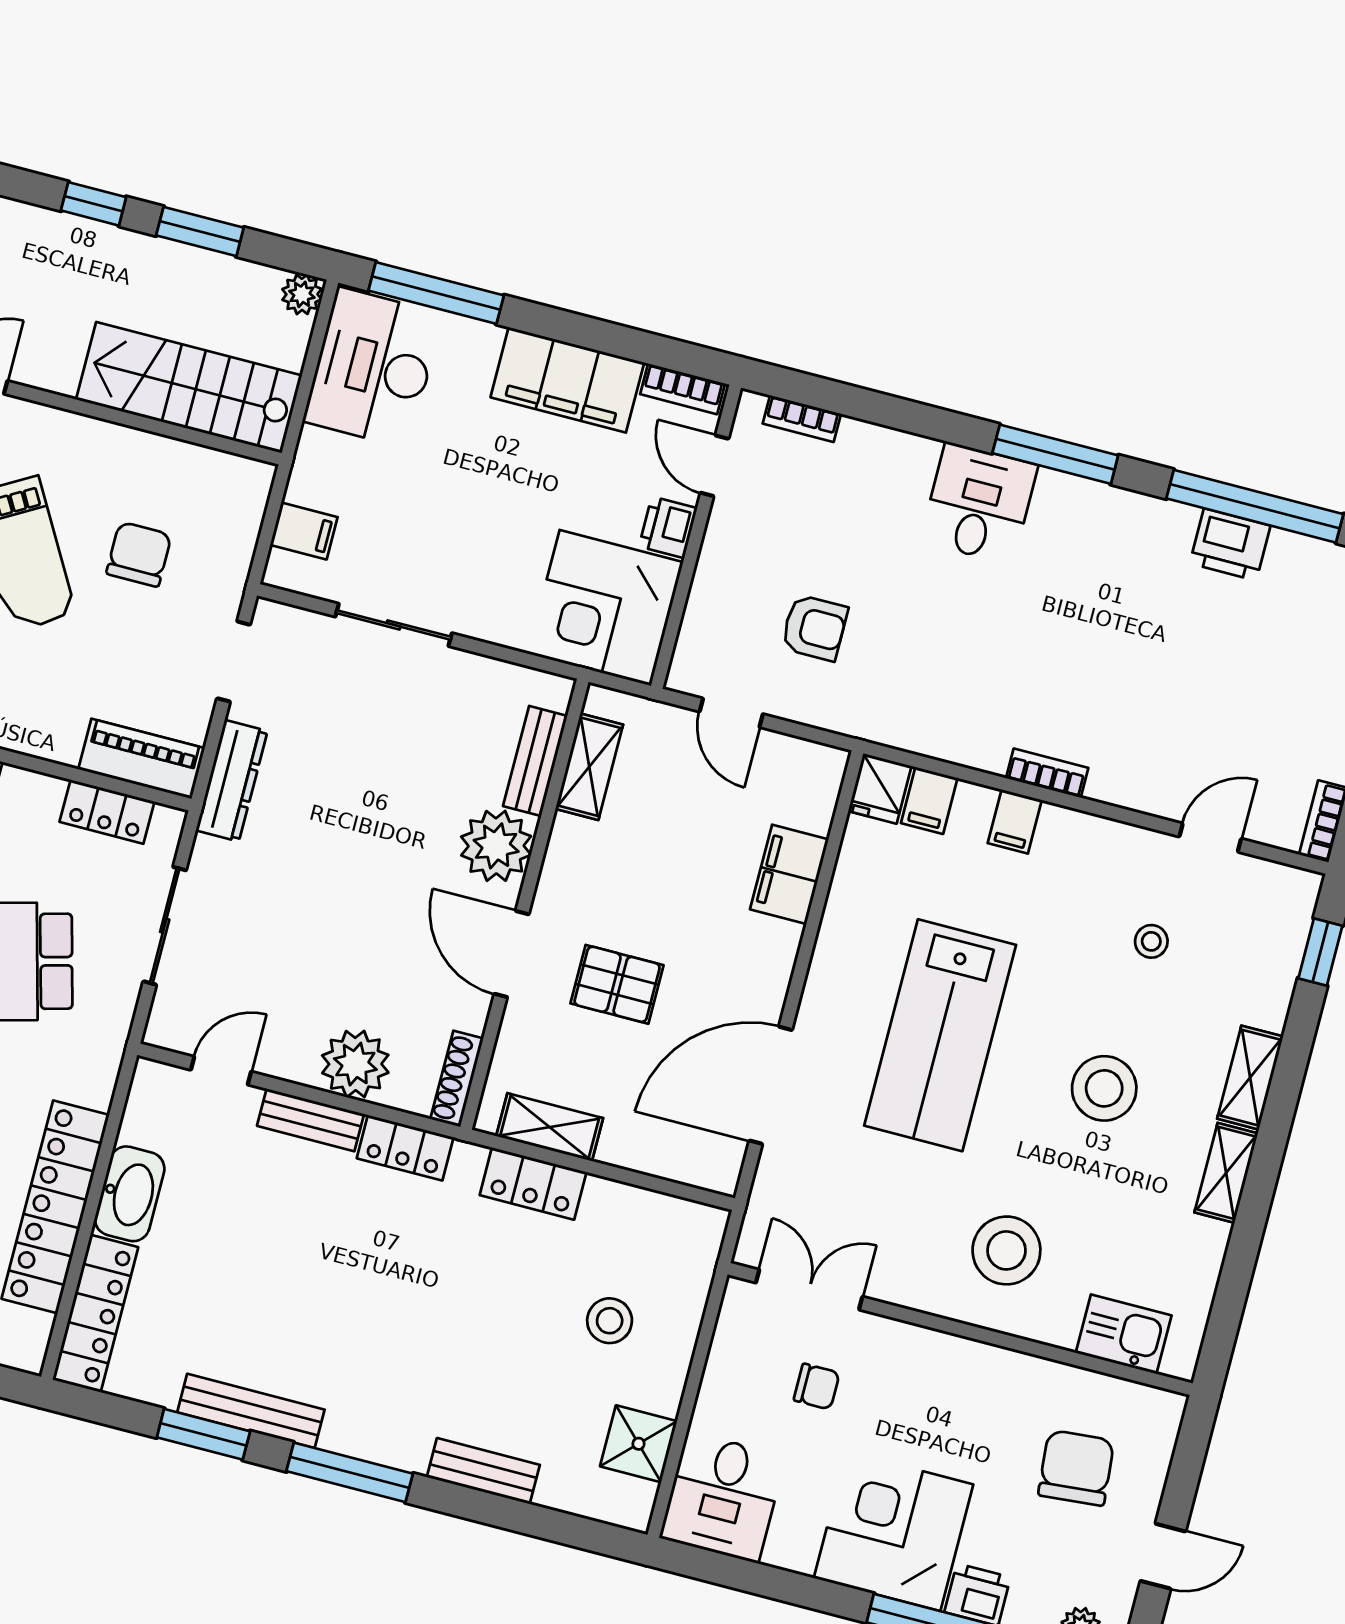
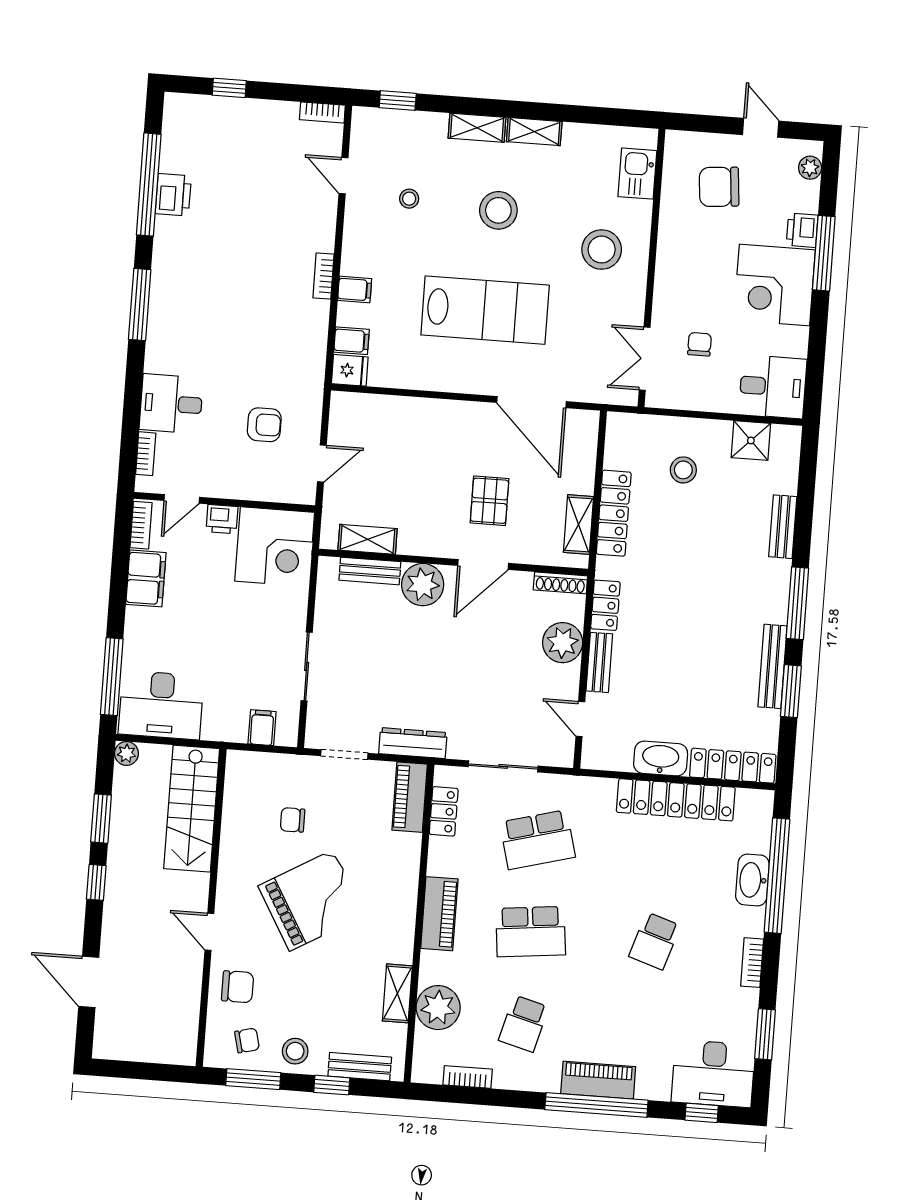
filing cabinet: (567, 380) -> (146, 578), width x0.67, depth x0.86
desk: (979, 503) -> (171, 404), moved
chair: (139, 554) -> (293, 820), width x0.73, depth x0.73
armchair: (814, 628) -> (264, 425), turned 90
filing cabinet: (789, 874) -> (408, 413), removed
locker: (533, 1184) -> (614, 513), width x1.53

